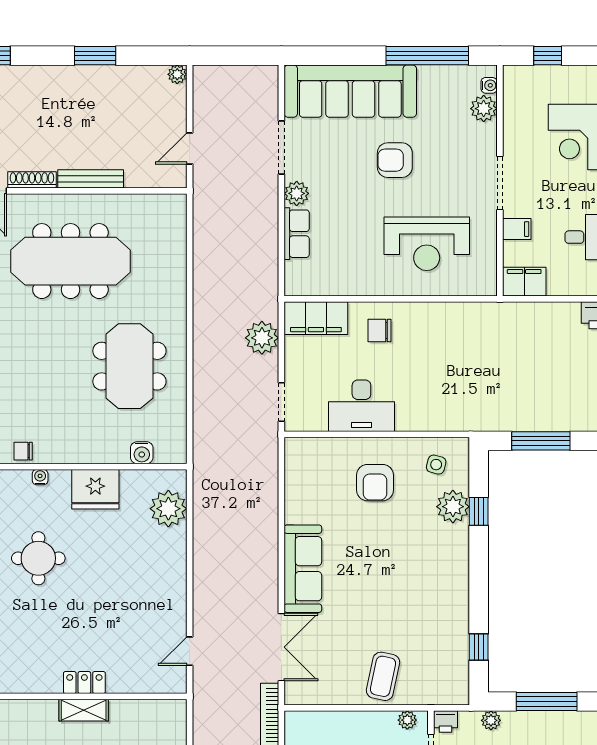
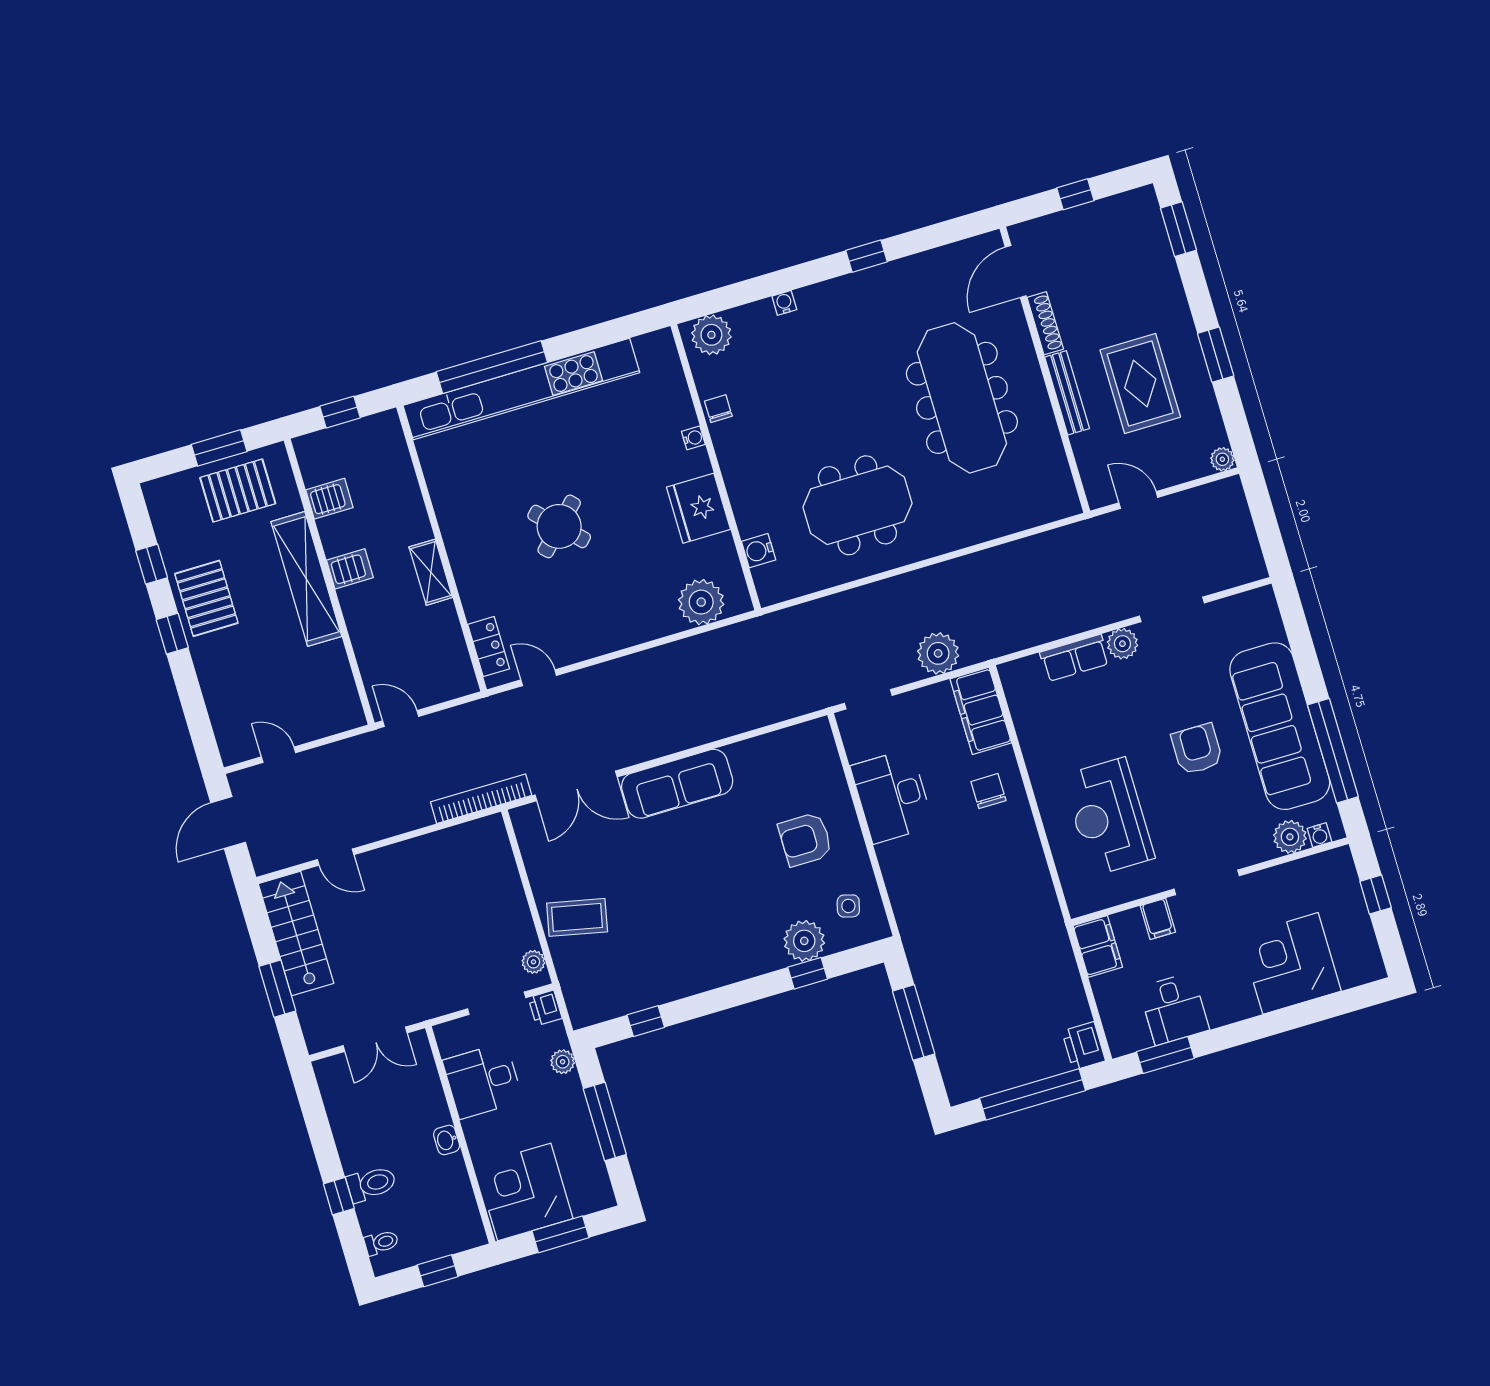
sofa: (350, 91) -> (1280, 726), moved
rug: (100, 120) -> (1140, 383), added
round table: (38, 558) -> (559, 526), moved, turned 45
locker: (84, 683) -> (489, 647), moved

